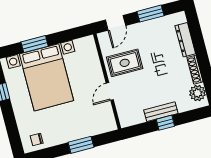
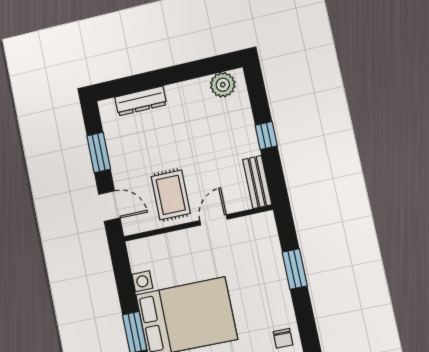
shoe rack: (195, 70) -> (187, 88), removed
door: (110, 91) -> (213, 220), swing flipped
bench: (161, 112) -> (257, 182), moved

